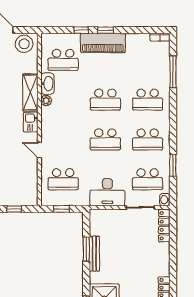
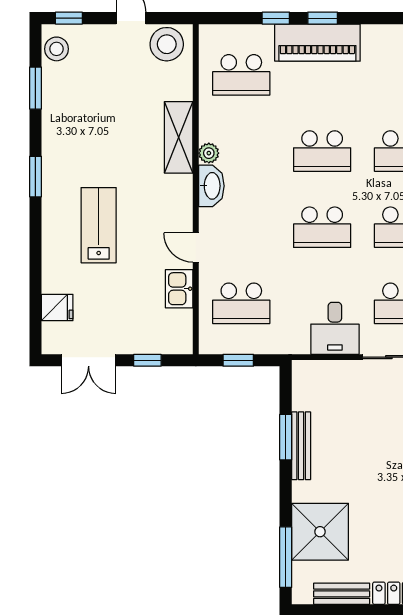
washbasin: (47, 84) -> (211, 186), moved
kitchen sink: (31, 122) -> (179, 289), moved
desk: (107, 192) -> (335, 328), width x0.73

